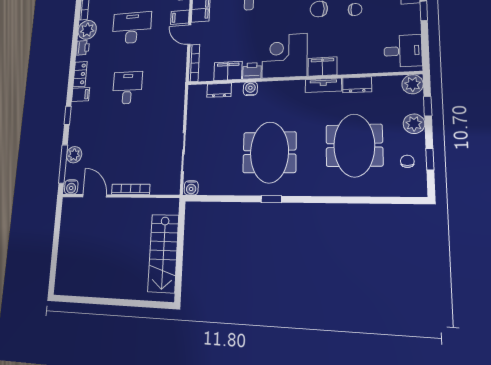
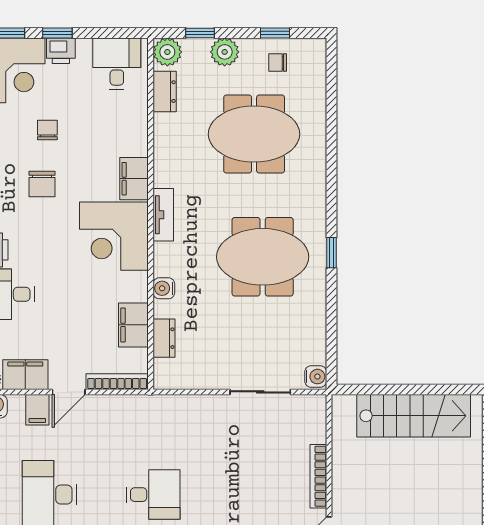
printer: (252, 71) -> (61, 51), moved, turned -90
tv unit: (323, 85) -> (163, 215), moved
dresser: (357, 85) -> (165, 92), moved
desk: (127, 88) -> (153, 495), turned 180

